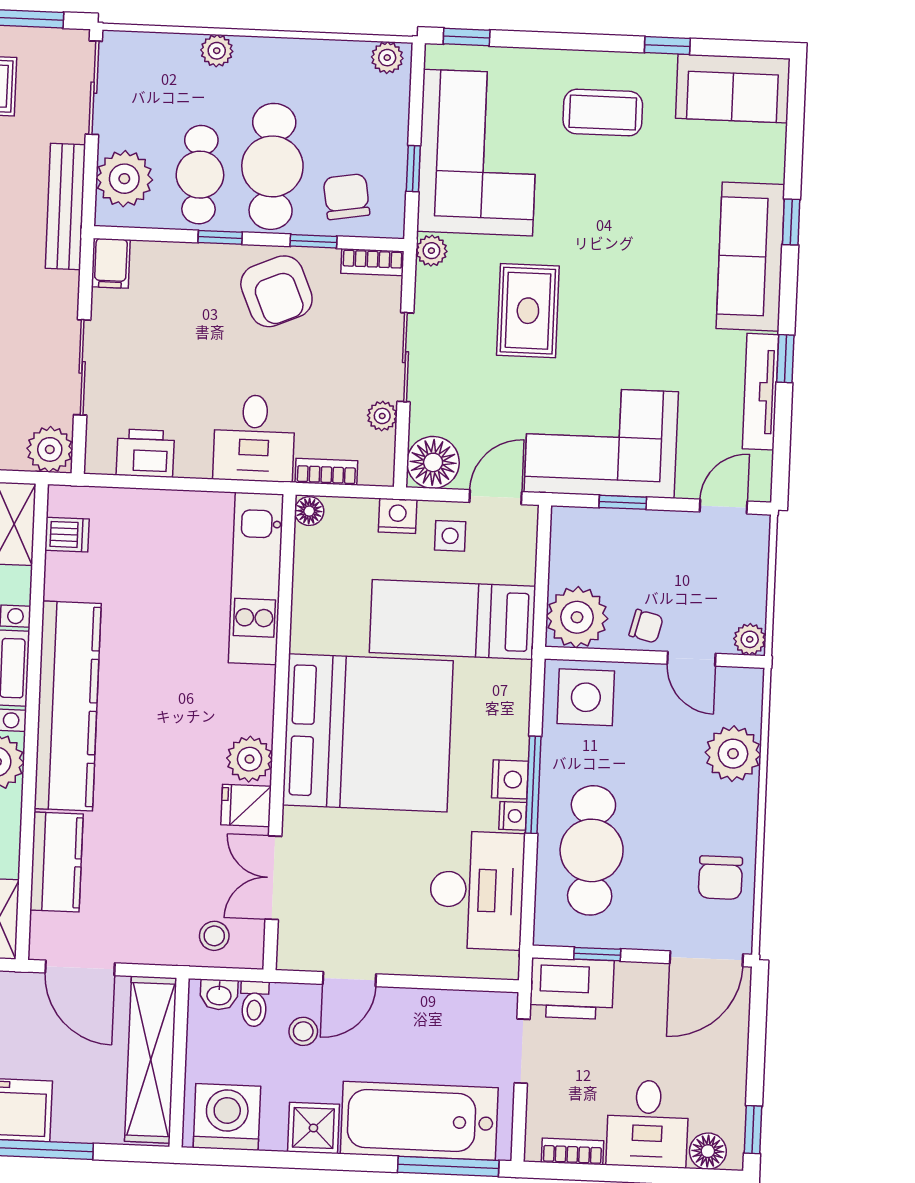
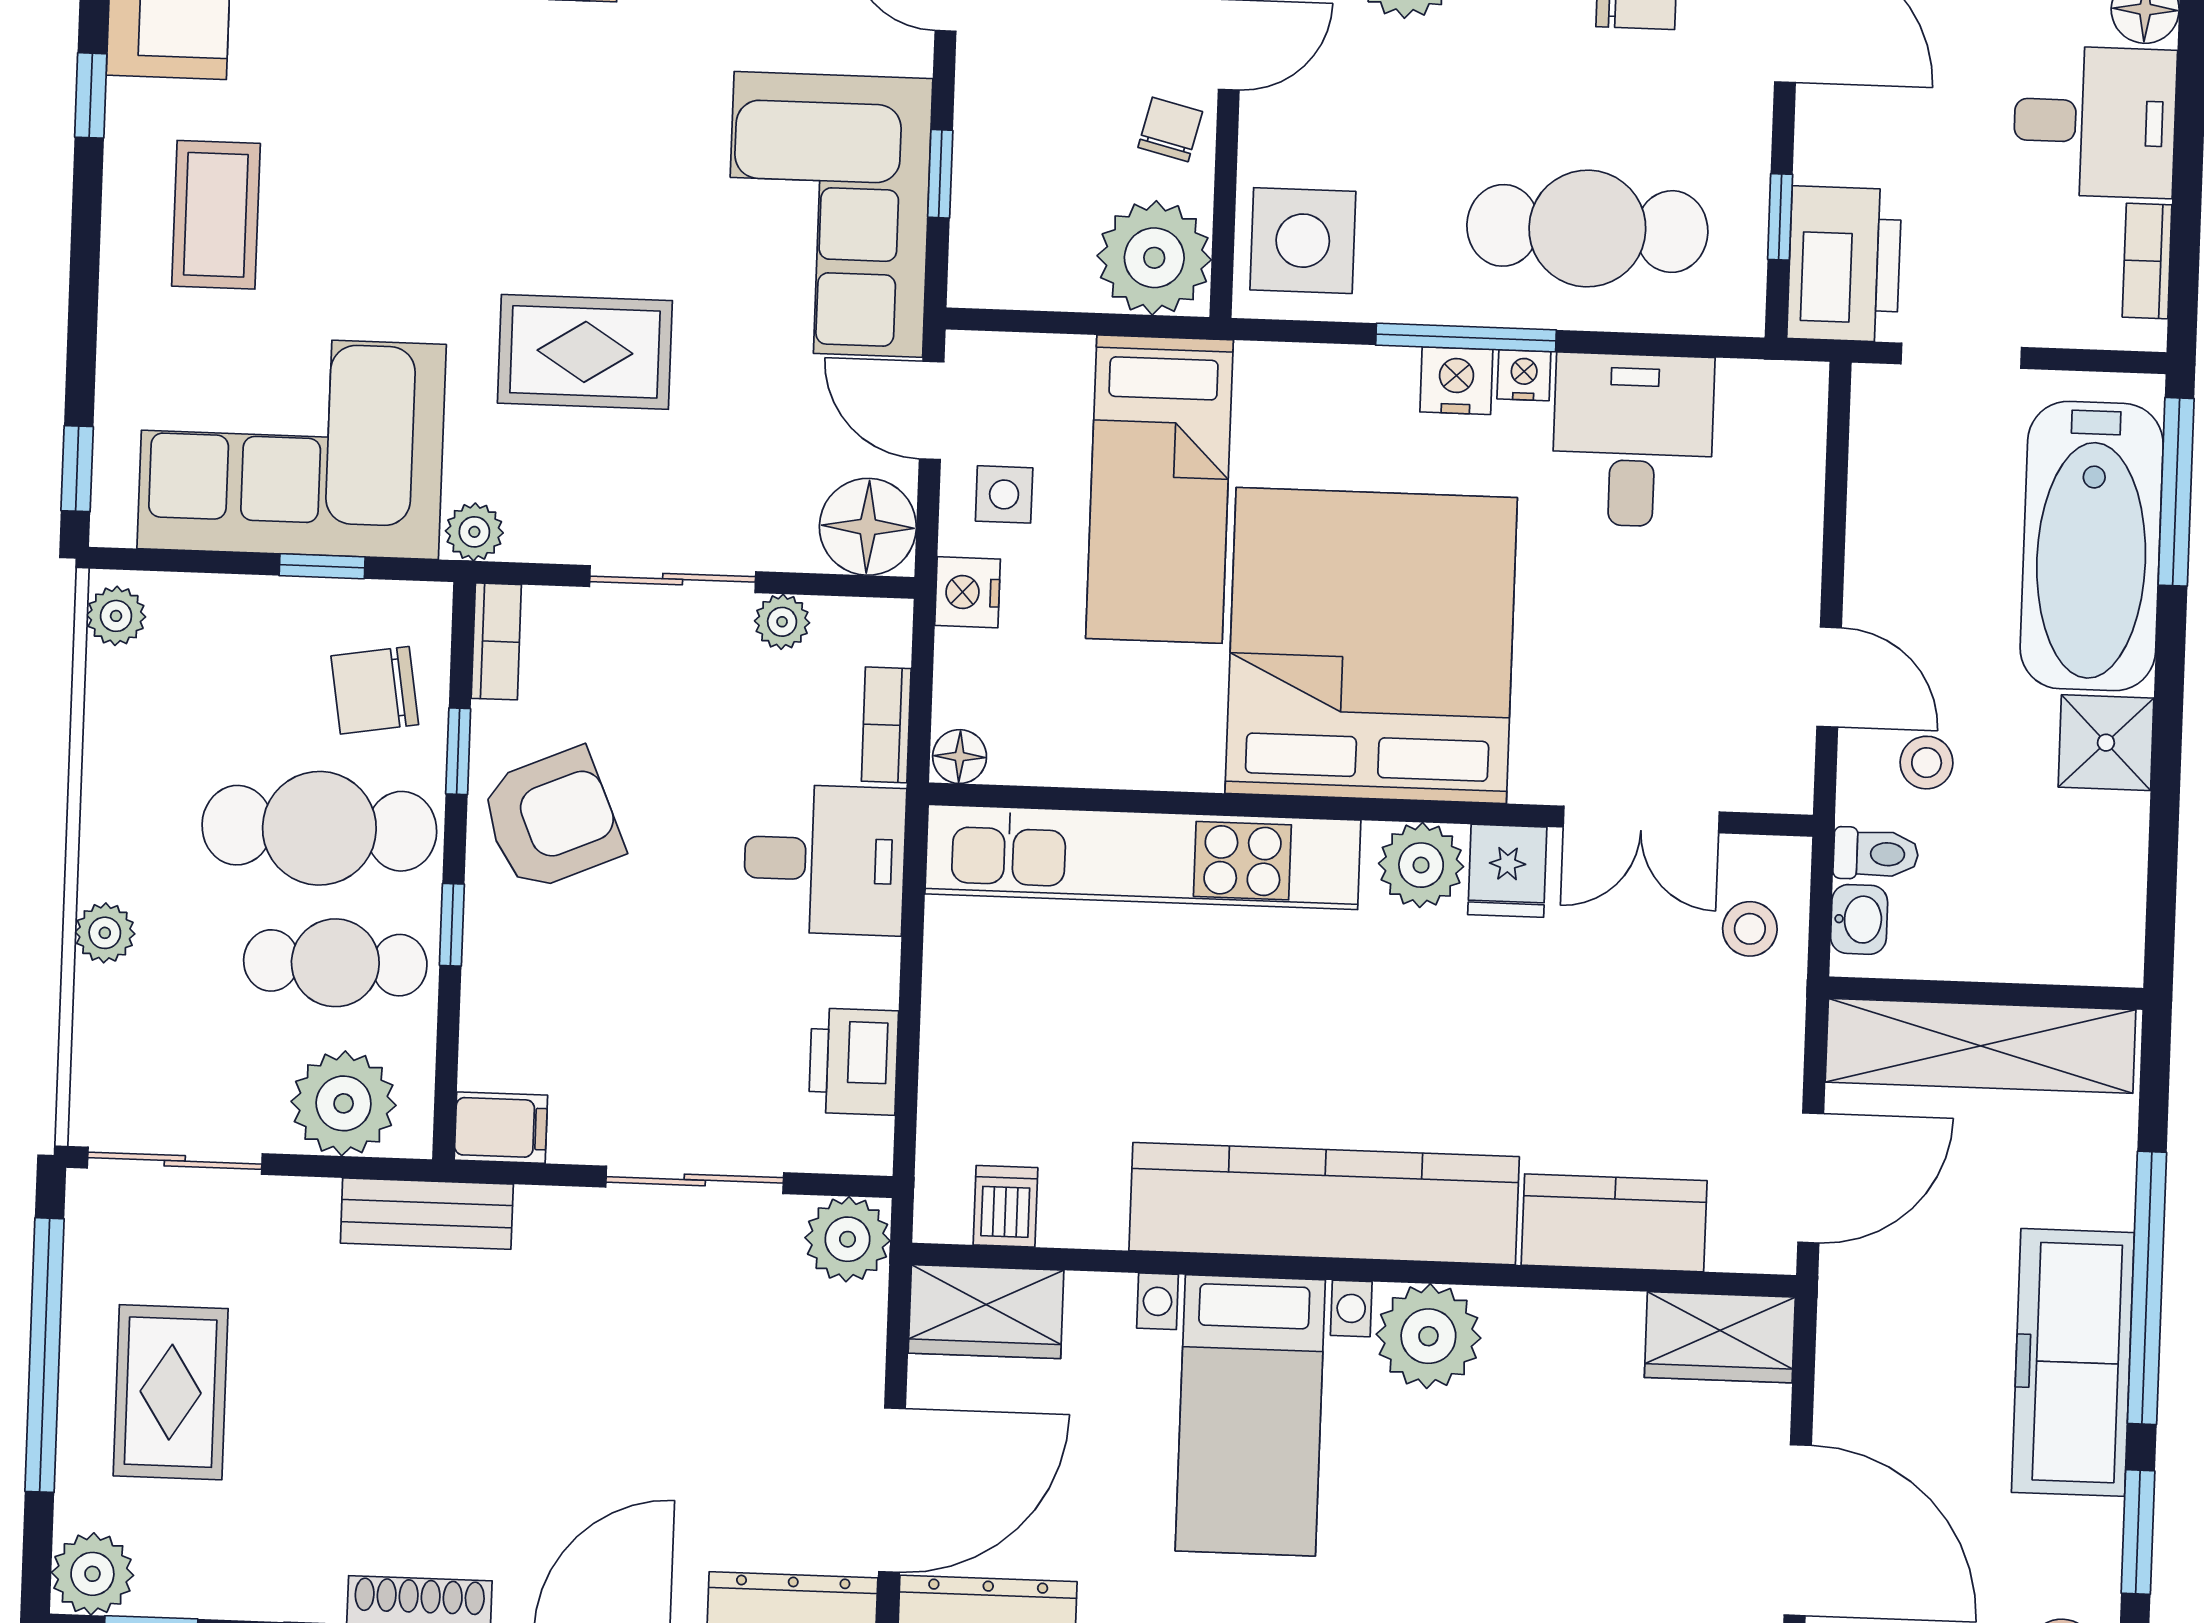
bench: (65, 206) -> (427, 1214), width x0.73
kitchen unit: (256, 578) -> (1143, 857), width x1.36
desk: (477, 890) -> (1633, 440), width x0.73
washing machine: (227, 1117) -> (2086, 904), removed

